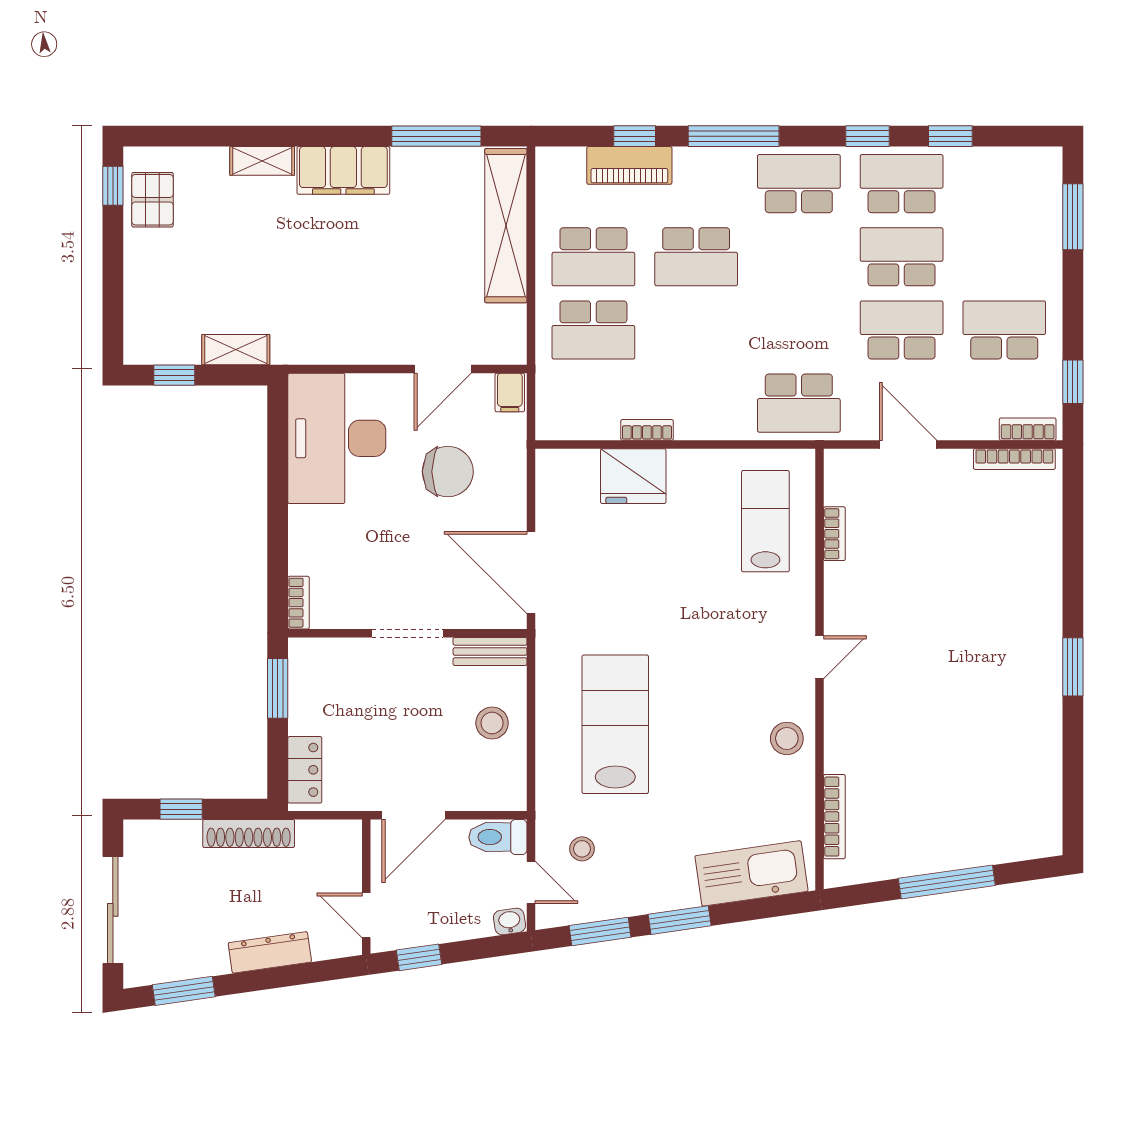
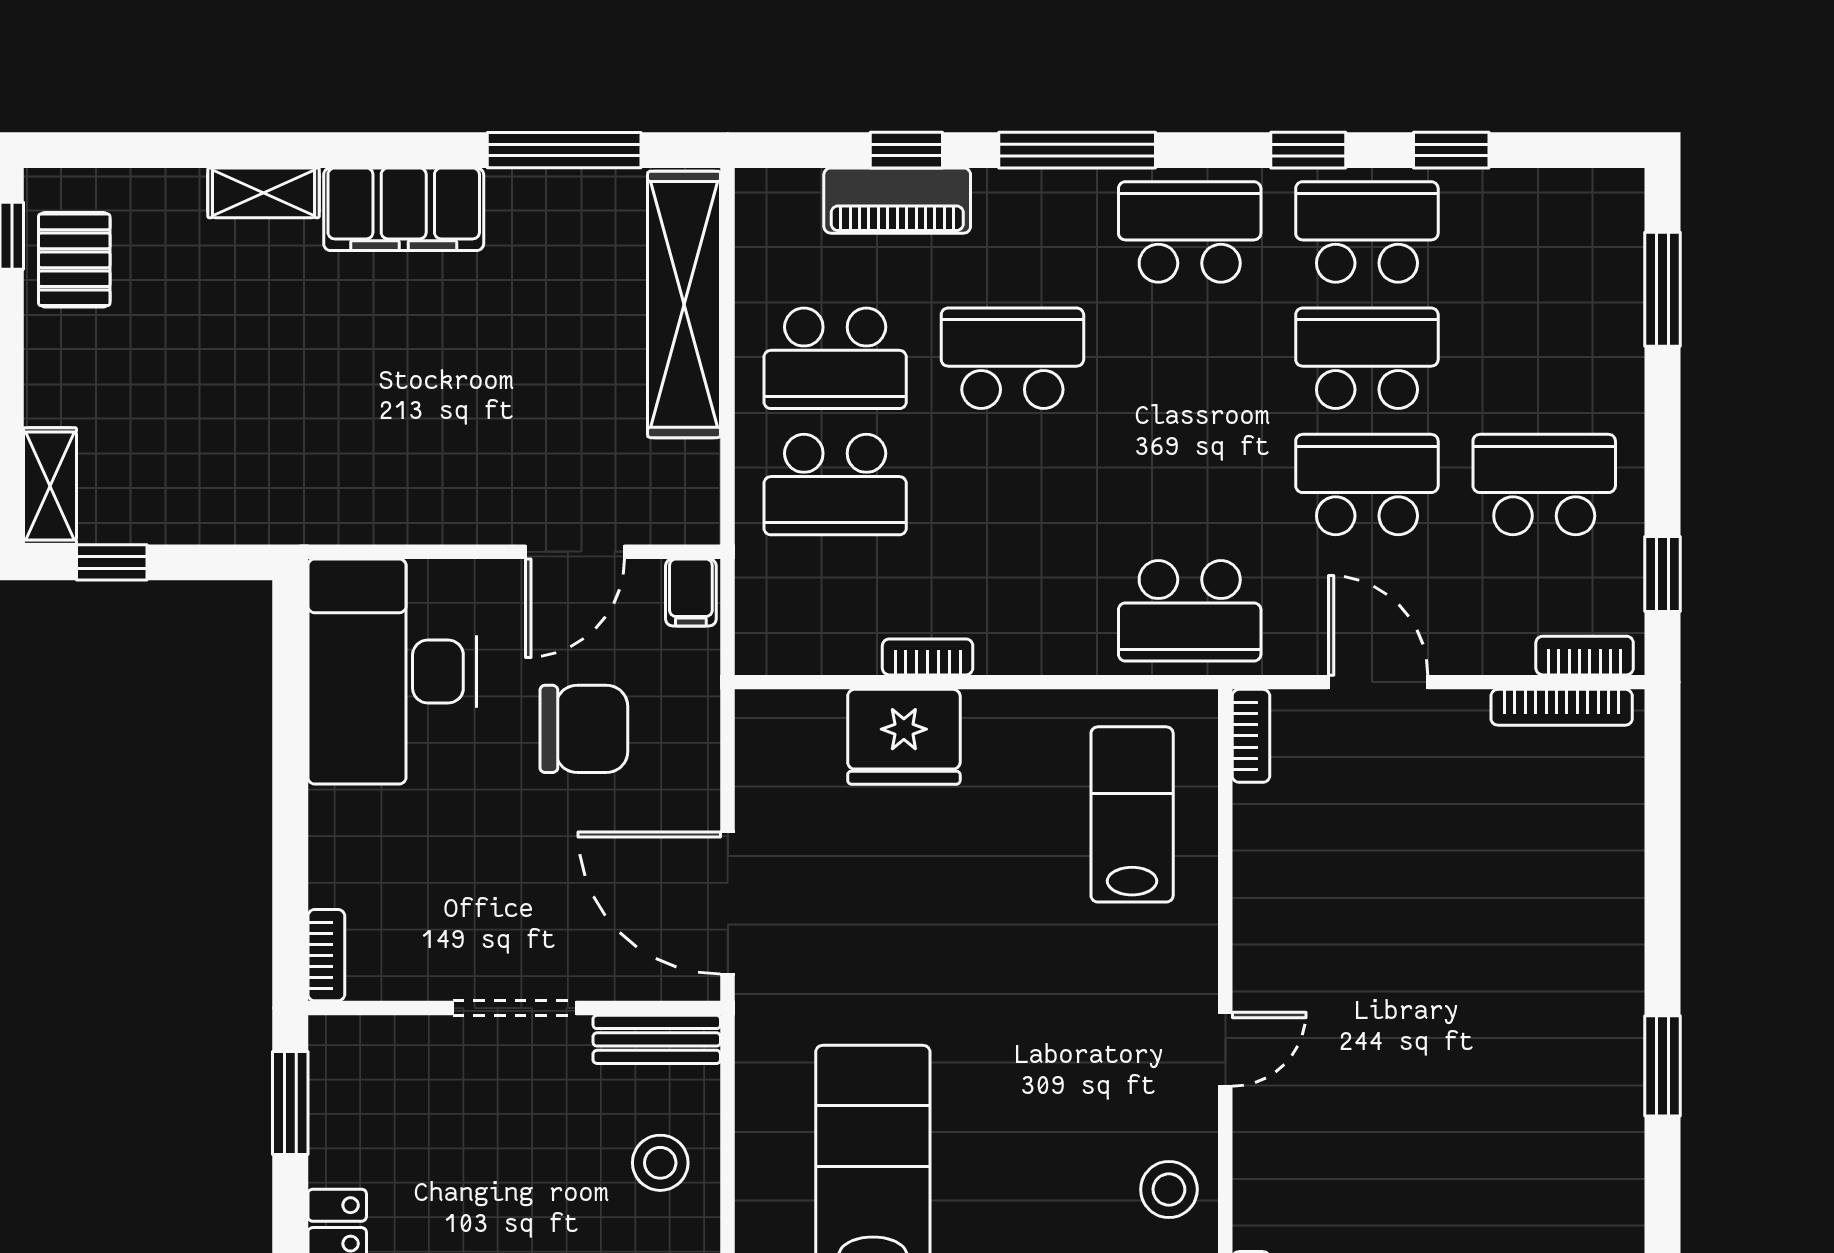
school desk: (696, 257) -> (1012, 358), turned 180
shelving: (236, 350) -> (50, 486), moved, turned 90
bookcase: (834, 534) -> (1251, 736), moved

